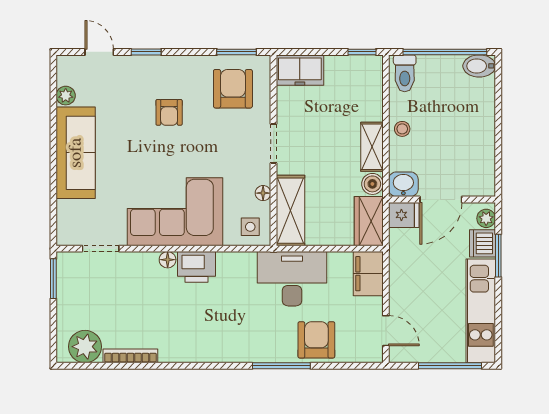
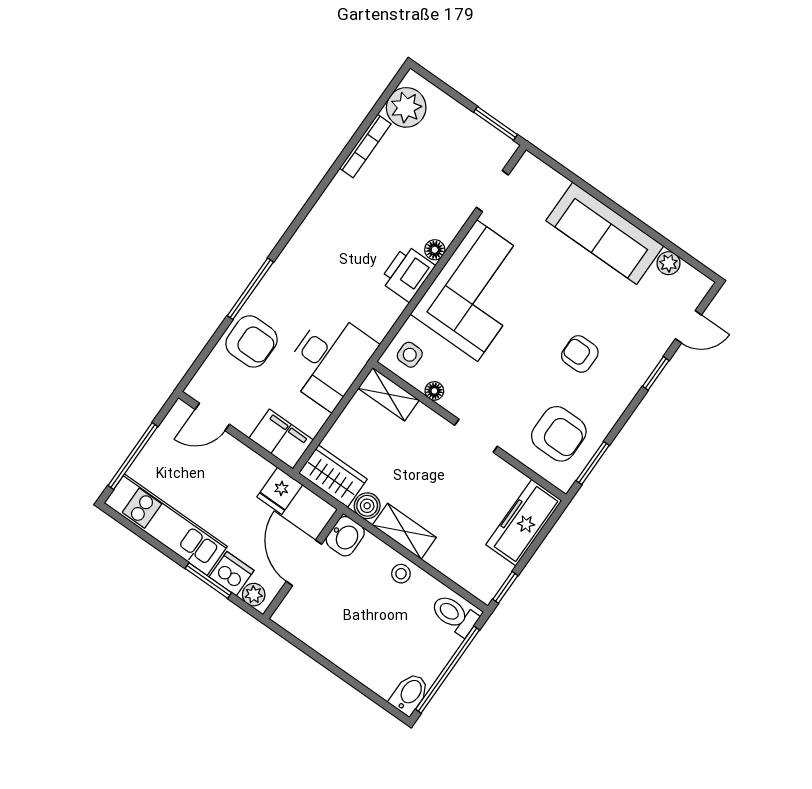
freezer: (300, 70) -> (524, 523), width x1.40
shelving: (290, 211) -> (389, 394), width x0.67, depth x0.75
fridge: (404, 215) -> (280, 491), moved

